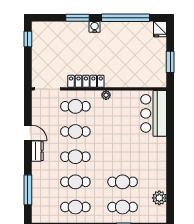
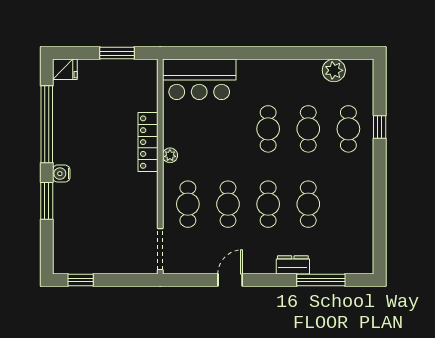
locker: (86, 81) -> (148, 142), moved
dresser: (37, 151) -> (293, 265), moved
cafe table: (75, 207) -> (268, 129), moved

